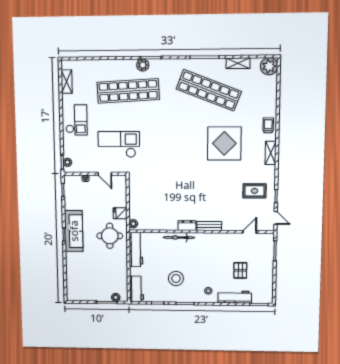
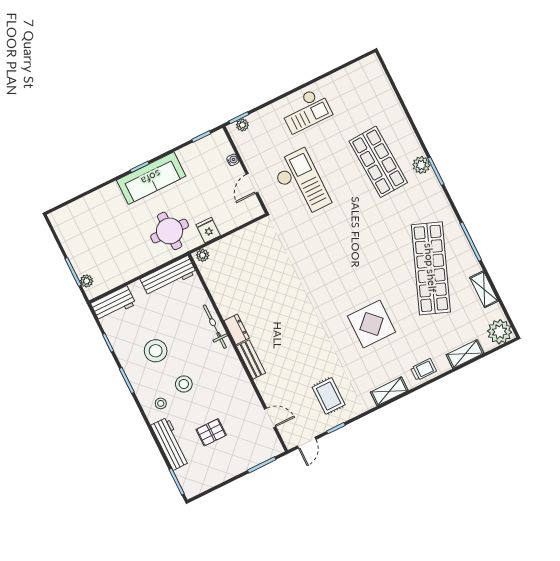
shelving: (67, 82) -> (465, 354), moved
shop shelf: (128, 91) -> (378, 162), width x0.71
display table: (224, 143) -> (372, 324), width x0.73, depth x0.73
stool: (204, 272) -> (184, 384), added

